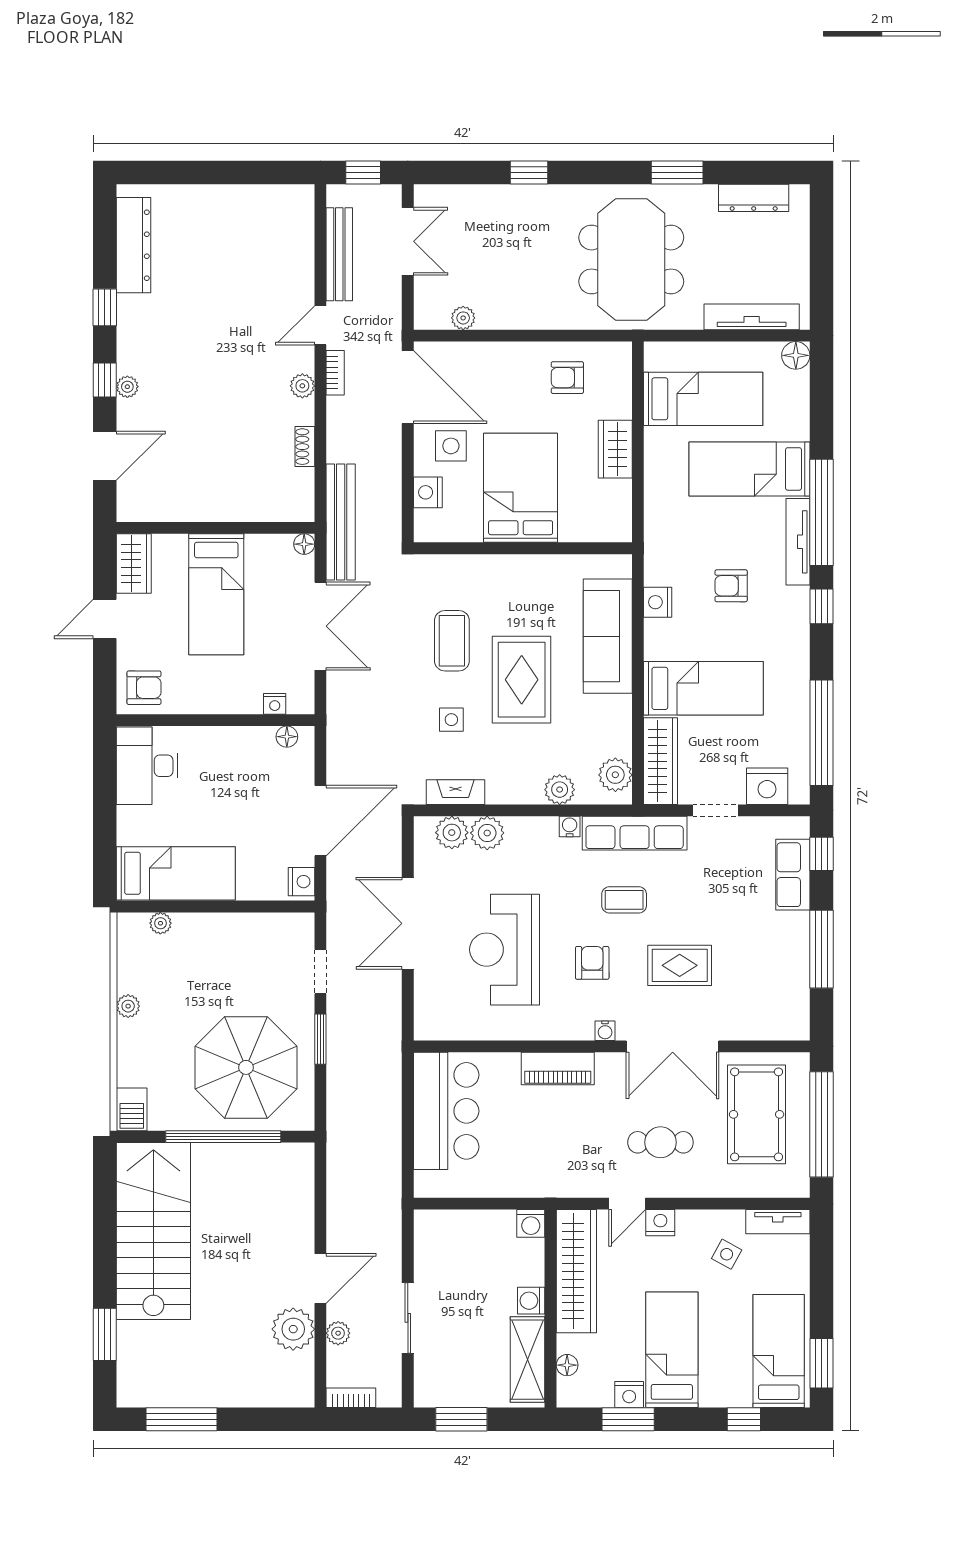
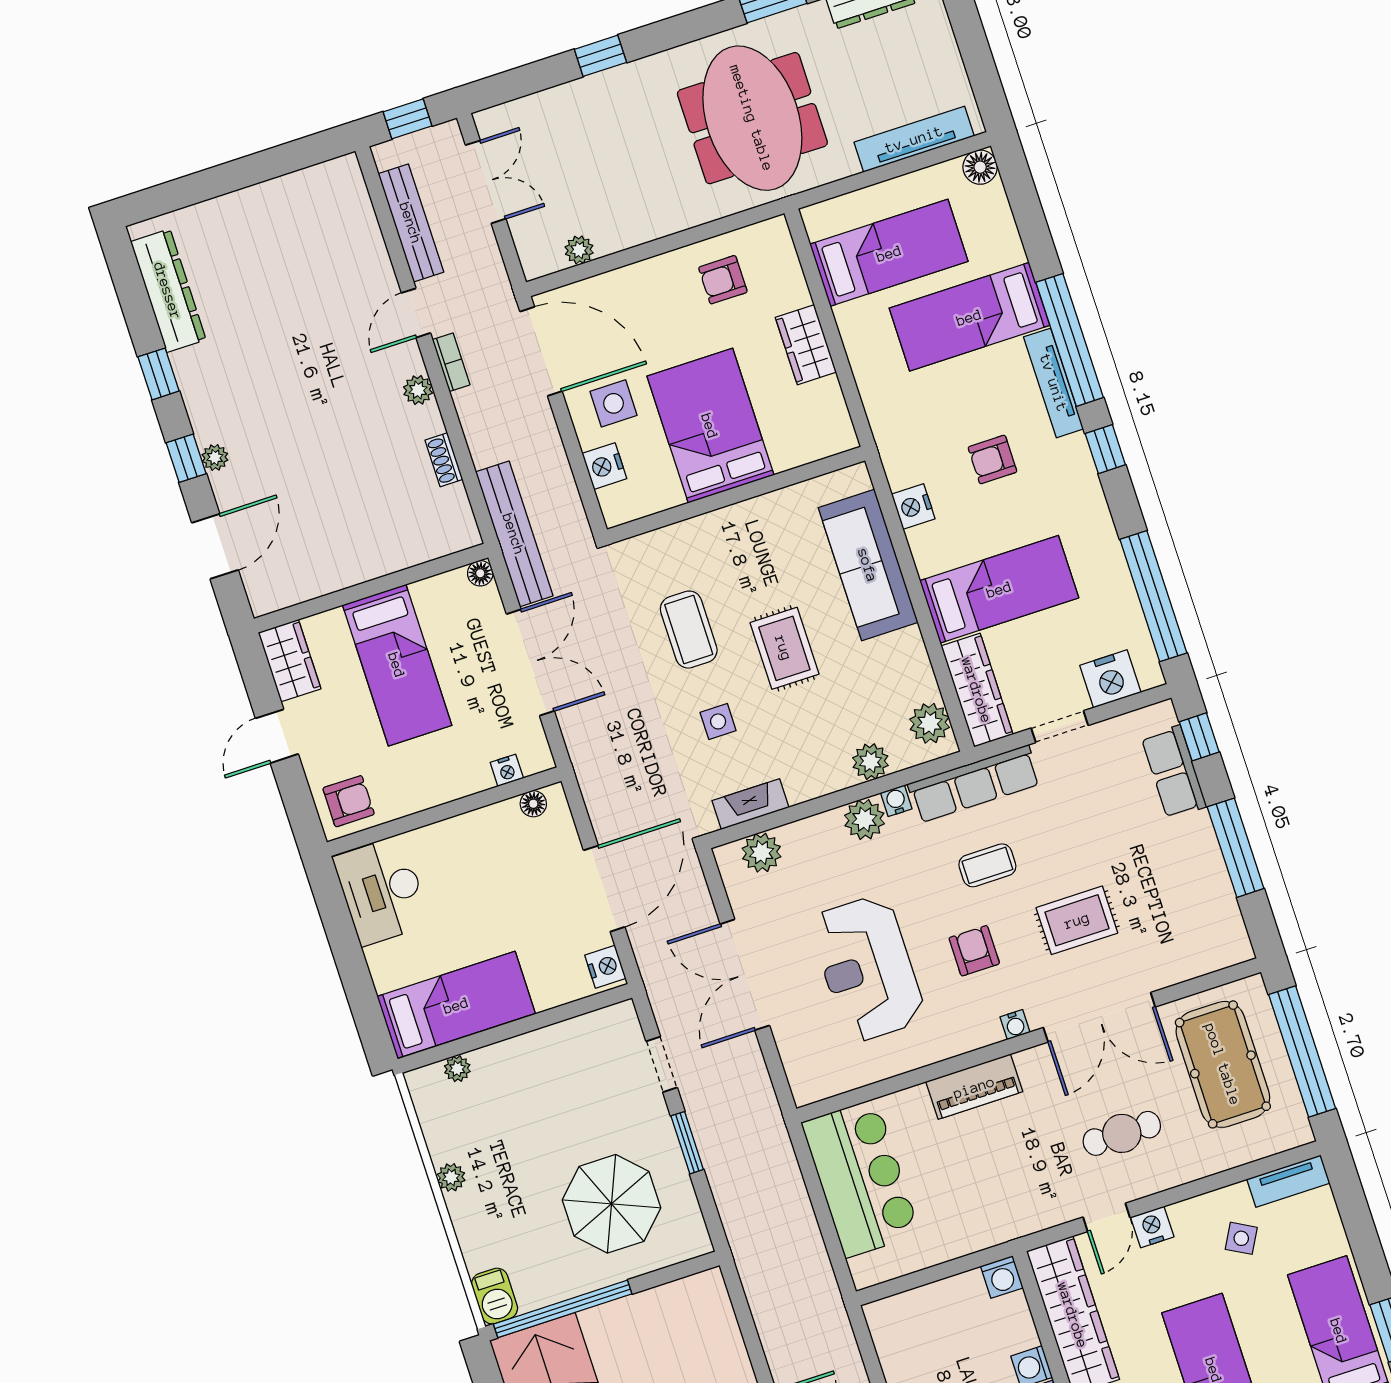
rug: (522, 680) -> (784, 648), width x0.73, depth x0.70
plant: (487, 833) -> (864, 819), moved
parasol: (246, 1067) -> (611, 1204), width x0.73, depth x0.73
window: (223, 1137) -> (563, 1309), moved

